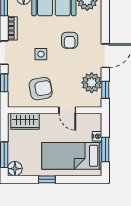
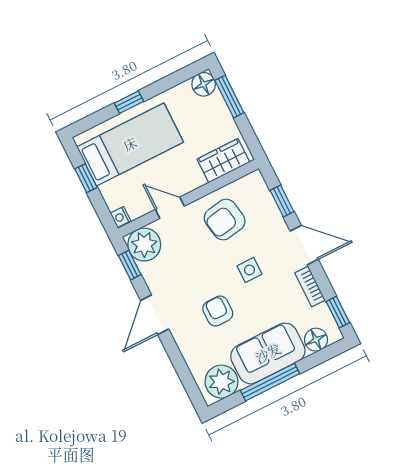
plant: (92, 83) -> (144, 245), moved
nightstand: (97, 136) -> (121, 217), moved
window: (105, 150) -> (86, 178), width x0.67
window: (47, 179) -> (129, 102), moved

